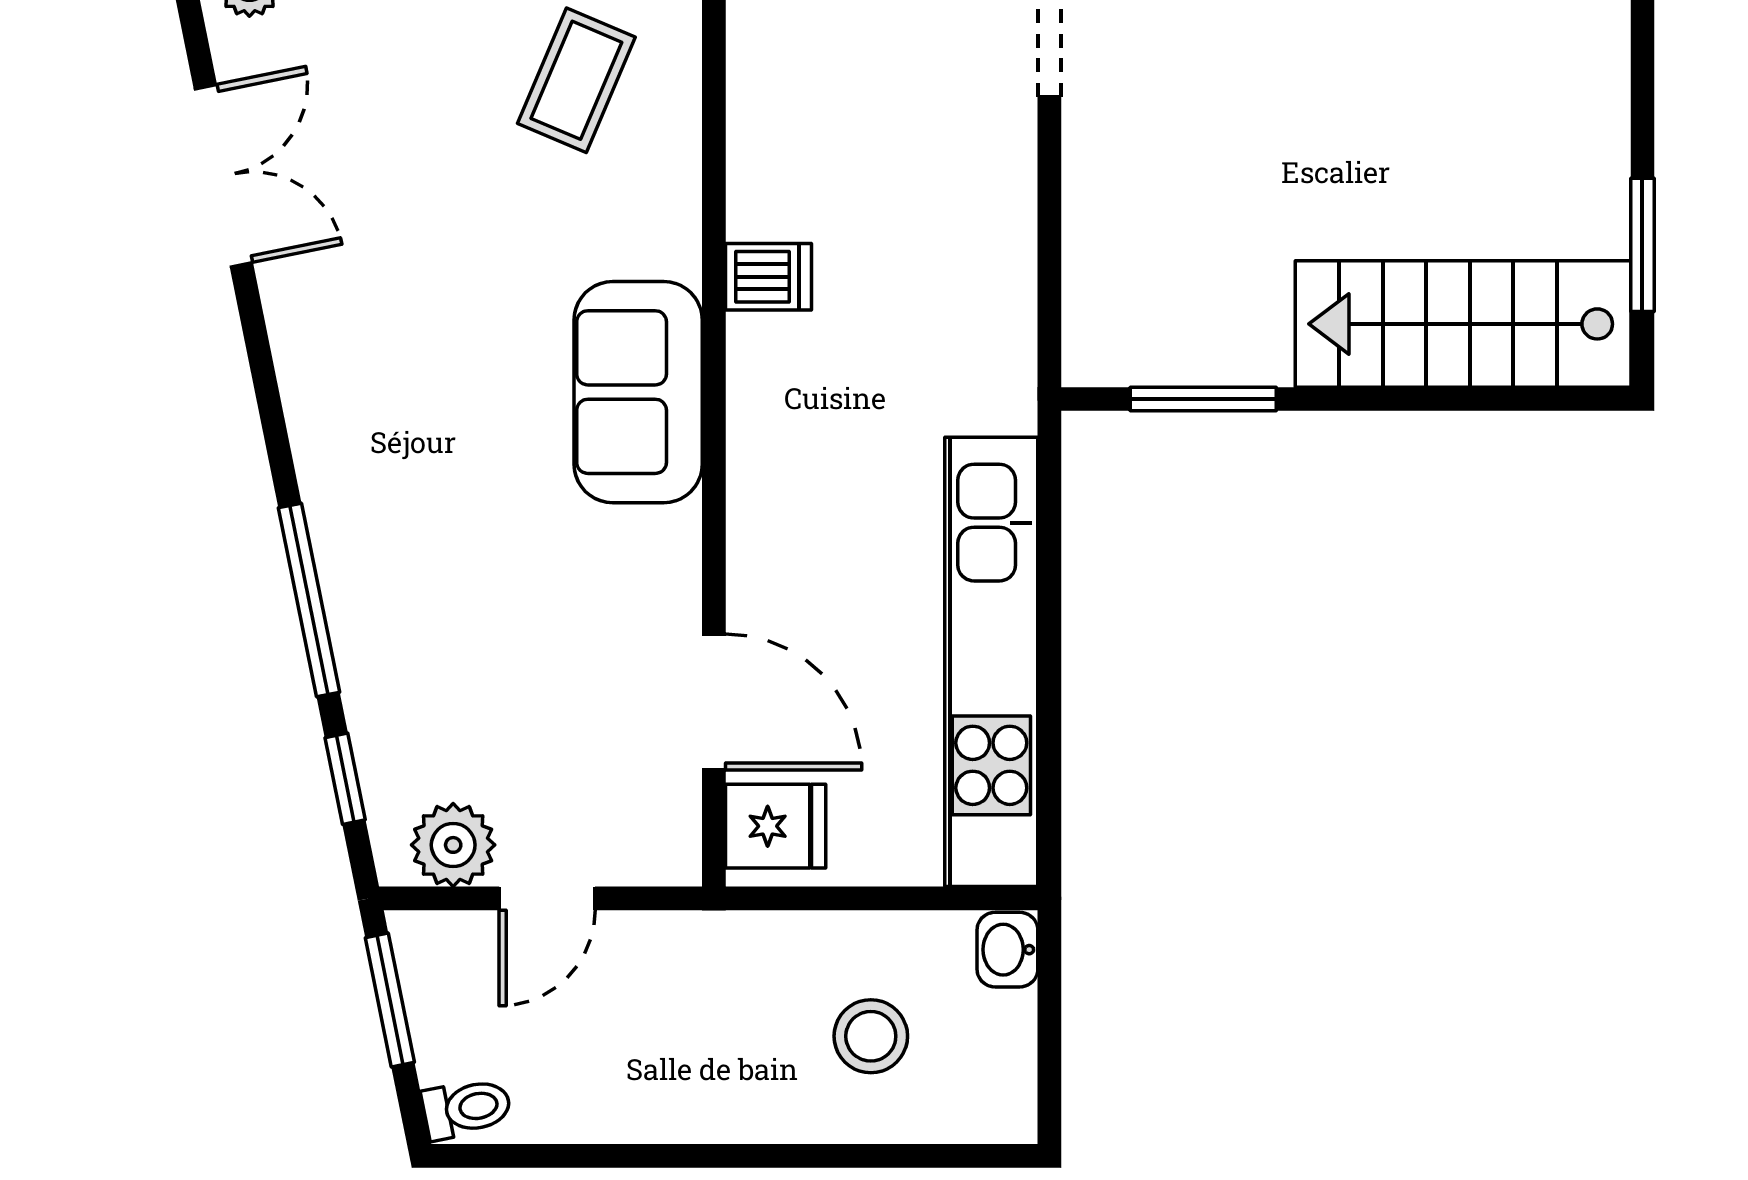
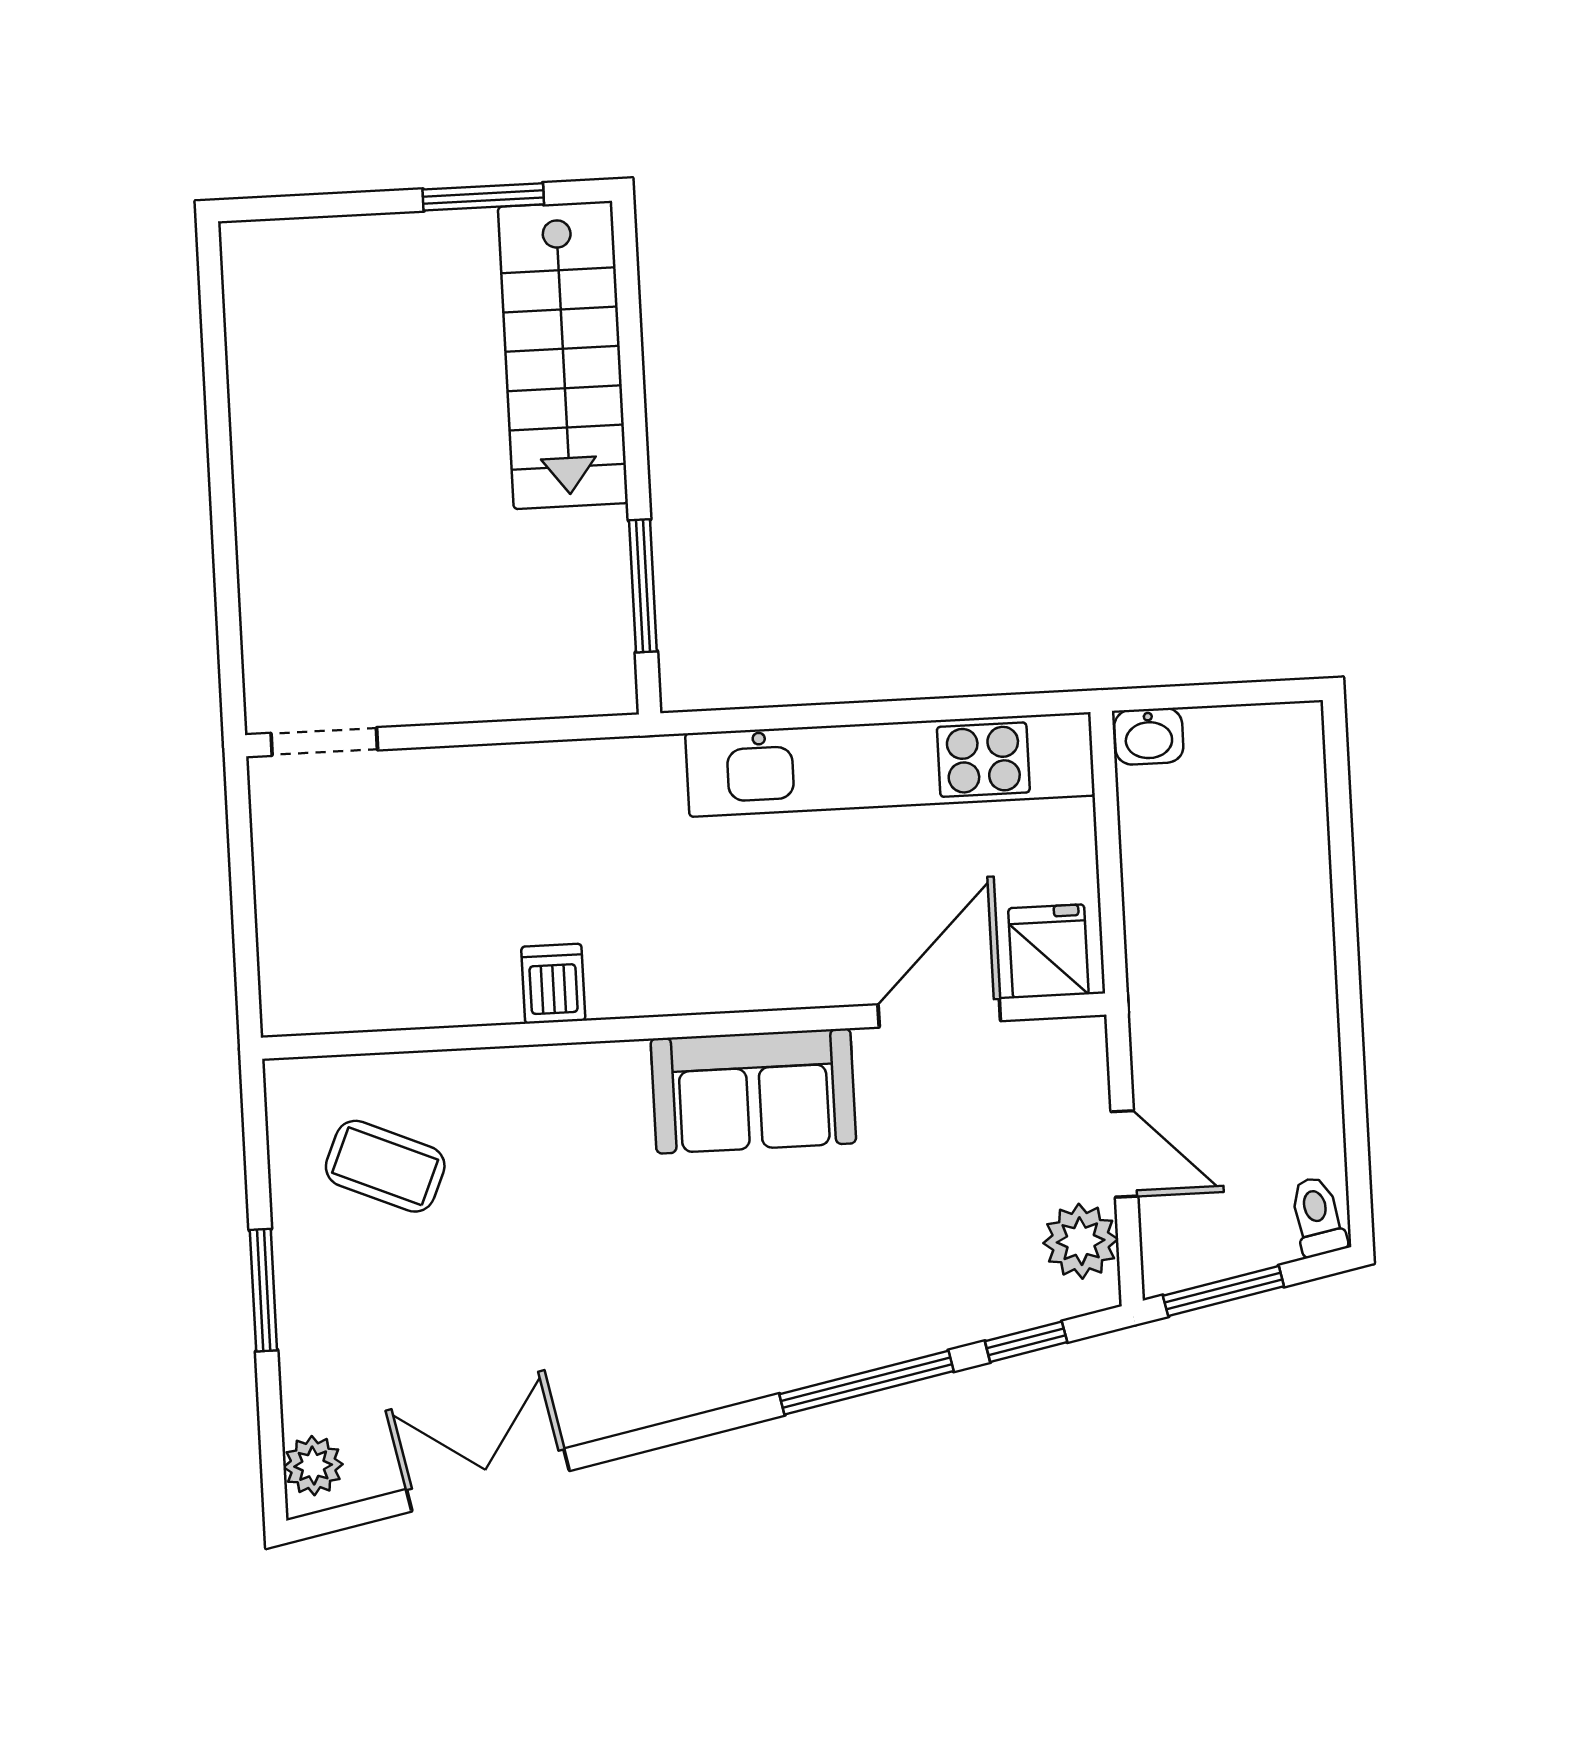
sofa: (638, 392) -> (753, 1091), moved
stool: (871, 1036) -> (1233, 855), removed

